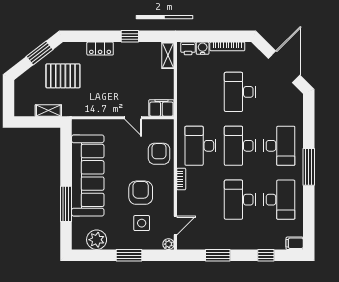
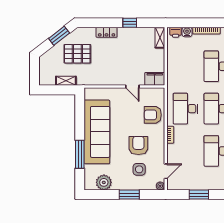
armchair: (159, 154) -> (153, 115), turned -90

